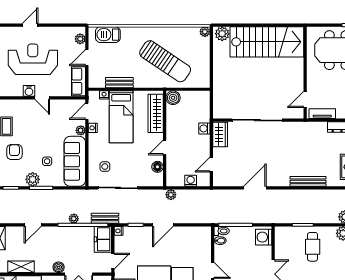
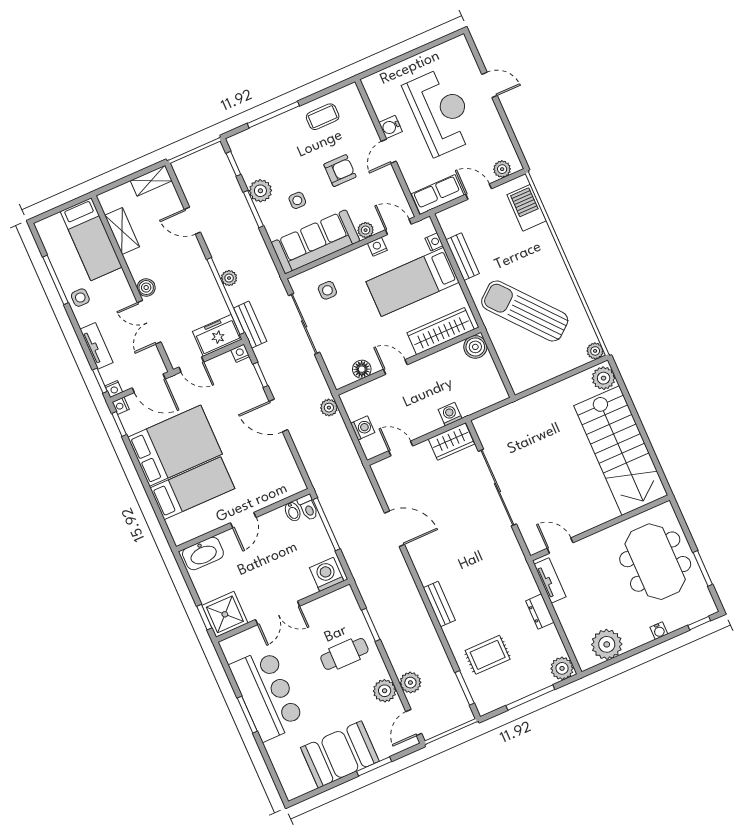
sun lounger: (165, 61) -> (525, 311), turned 106
armchair: (14, 152) -> (340, 171), moved
bench: (308, 181) -> (439, 604), width x0.73

